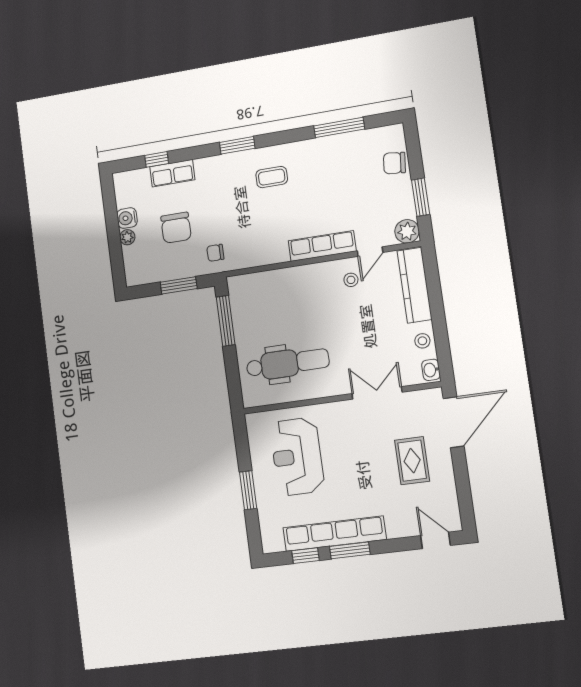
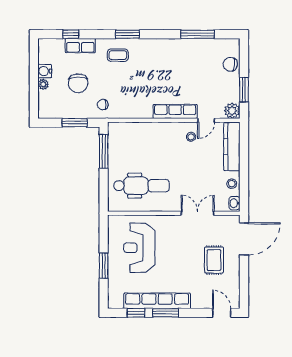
coffee table: (272, 177) -> (118, 55), moved

